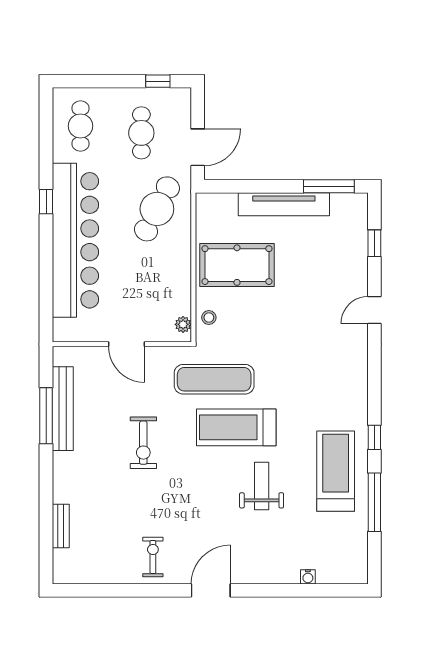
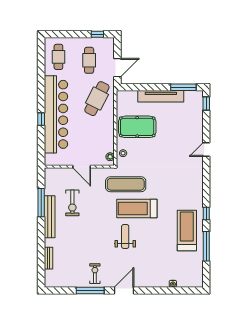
window: (46, 202) -> (41, 119), moved
window: (374, 243) -> (206, 103), moved
bench: (63, 409) -> (50, 217), moved
exercise bike: (143, 443) -> (72, 203), moved
weight bench: (262, 486) -> (125, 236), moved
window: (144, 590) -> (90, 290), added

